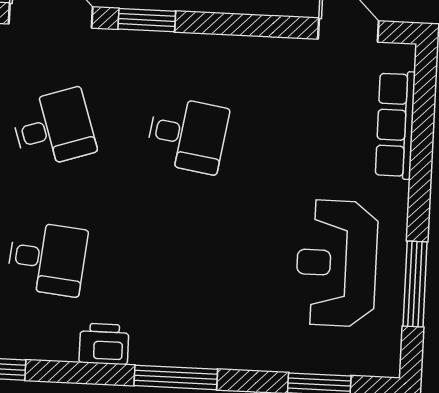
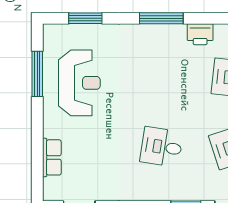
row of seats: (395, 125) -> (52, 157), width x0.68

